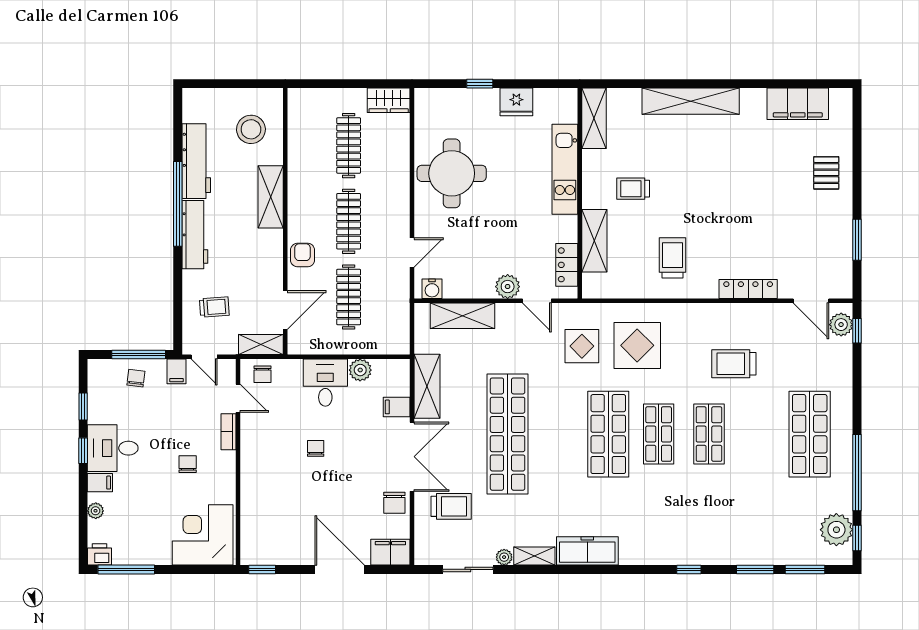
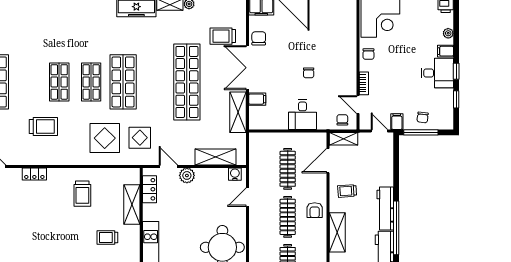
trolley: (633, 189) -> (107, 238), turned 180
armchair: (303, 255) -> (315, 210), moved
locker: (748, 289) -> (34, 174), width x0.66
trolley: (214, 307) -> (347, 191), moved
plant: (360, 370) -> (280, 123), removed
chair: (188, 464) -> (368, 54), moved

